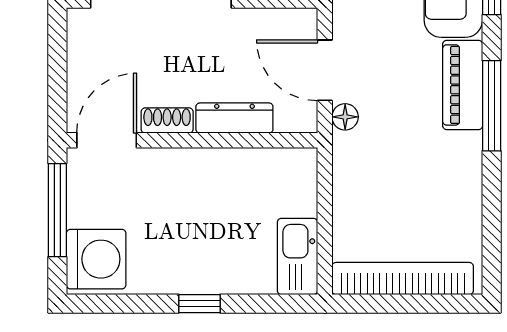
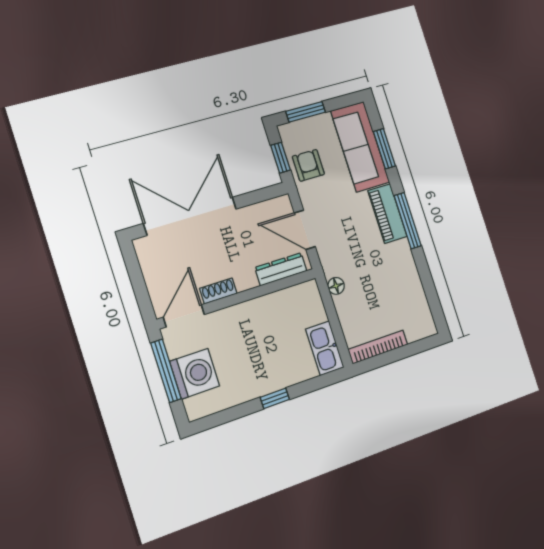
floor lamp: (345, 117) -> (336, 286), moved
dresser: (234, 118) -> (281, 269), moved
washing machine: (96, 259) -> (195, 374), moved
bookcase: (403, 279) -> (378, 347), width x0.68, depth x0.76

